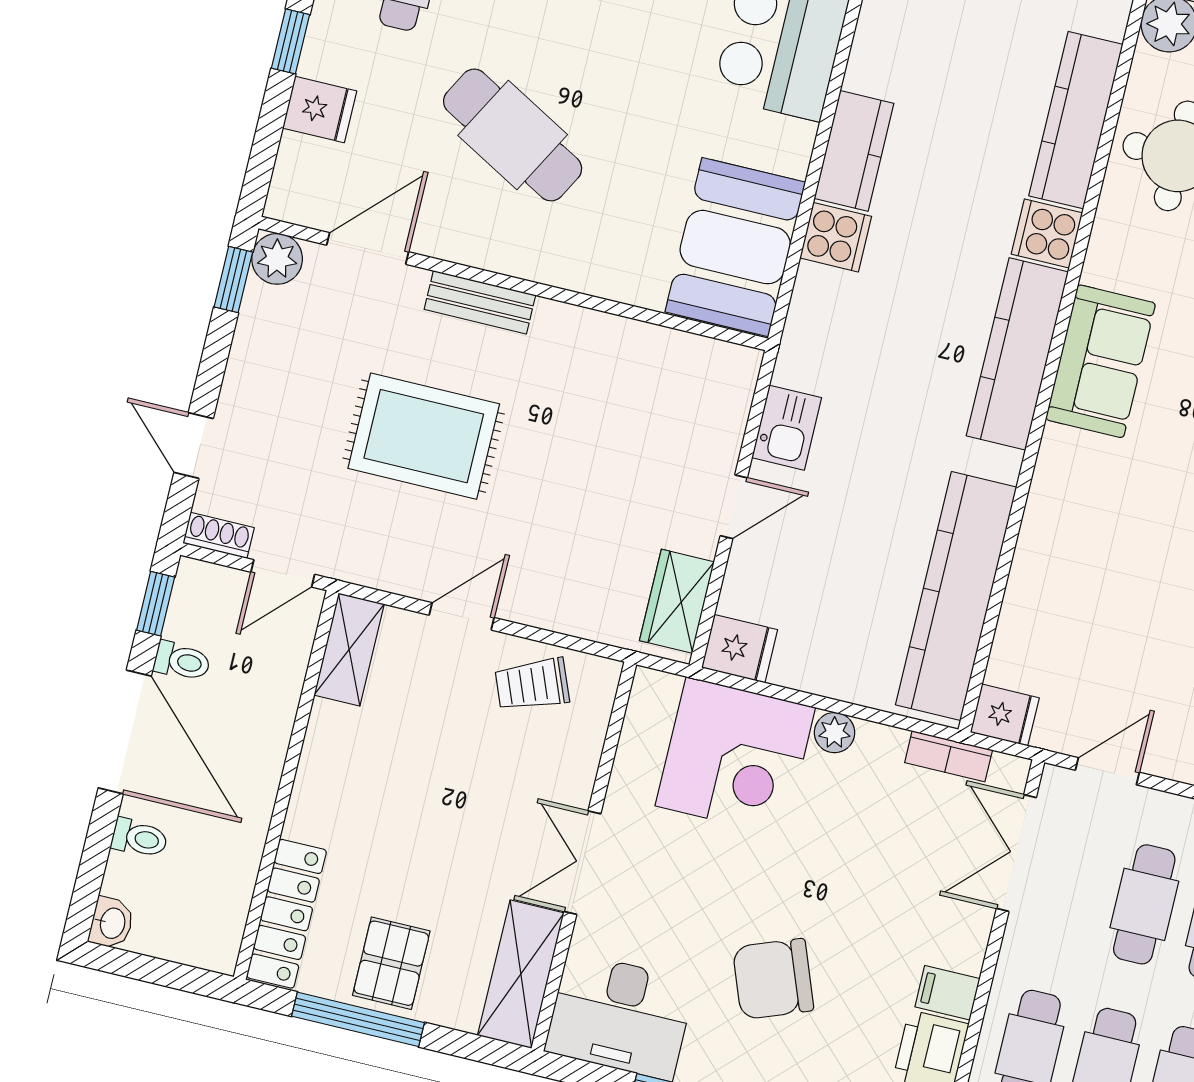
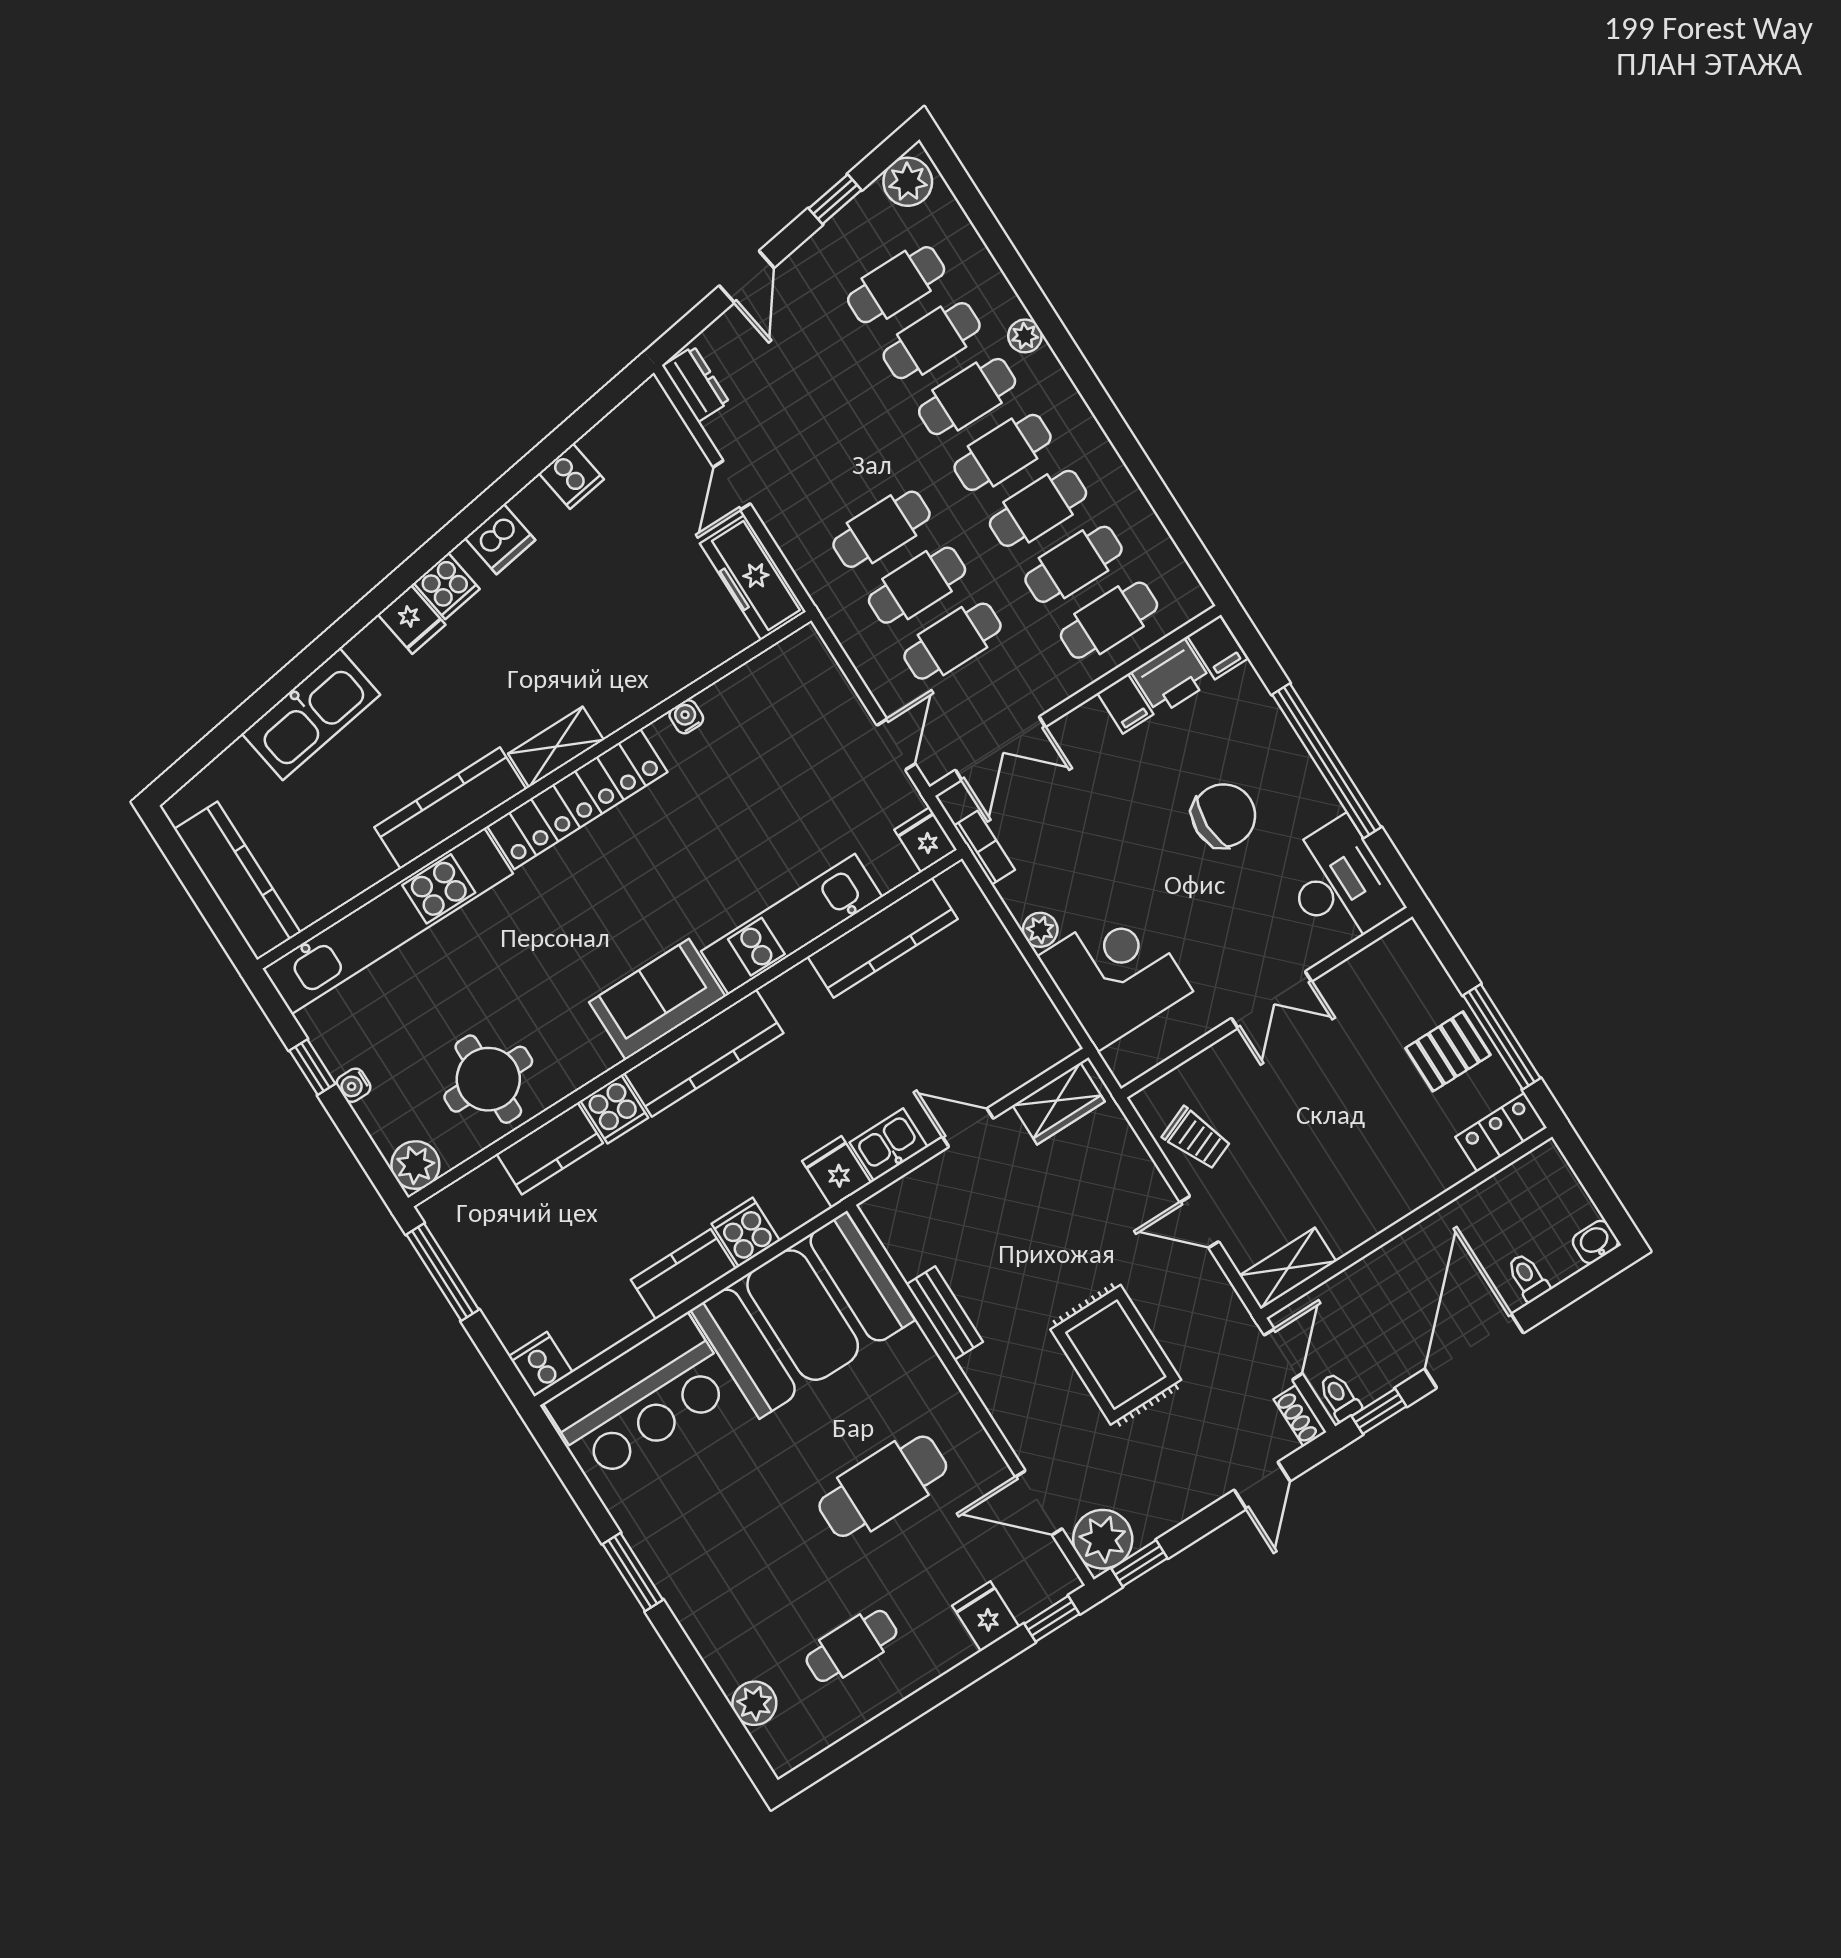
window: (291, 41) -> (1052, 1619), moved
kitchen counter: (1076, 120) -> (550, 1149), width x0.67
cafe table: (513, 135) -> (883, 1486), turned 61
booth: (735, 247) -> (803, 1315), width x1.36, depth x1.42
plant: (277, 259) -> (1103, 1539), width x1.36, depth x1.36
bench: (480, 302) -> (945, 1313), moved
kitchen unit: (1049, 534) -> (792, 924), added
door: (283, 573) -> (1283, 1354), hinge flipped
kitchen counter: (956, 596) -> (883, 938), width x0.72, depth x0.86
fridge: (739, 649) -> (837, 1172), moved
toilet: (182, 661) -> (1340, 1397), moved
door: (1107, 771) -> (896, 744), swing flipped
locker: (286, 914) -> (1501, 1132), width x0.66
shelving: (521, 974) -> (1375, 968), removed
chair: (773, 979) -> (1224, 816), turned -69

